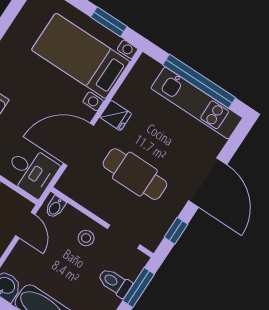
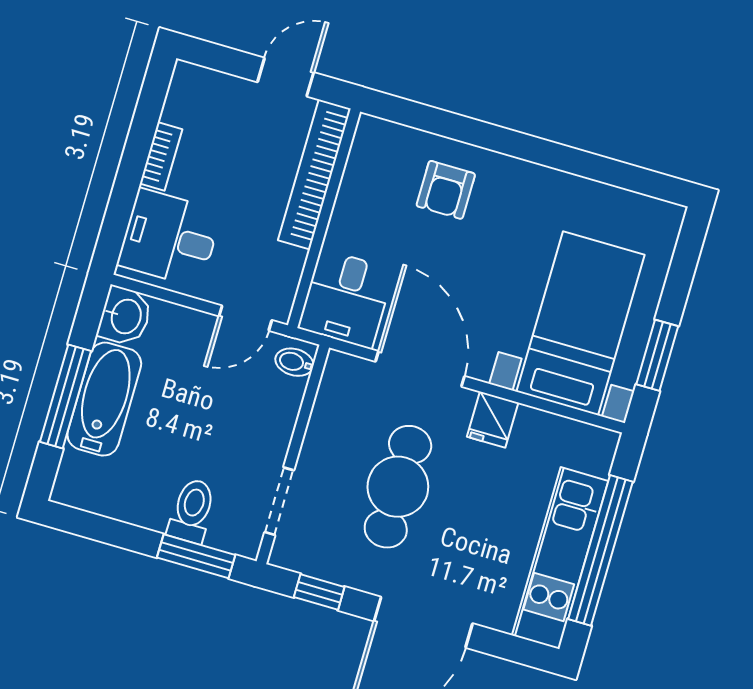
stool: (86, 238) -> (256, 434), removed

